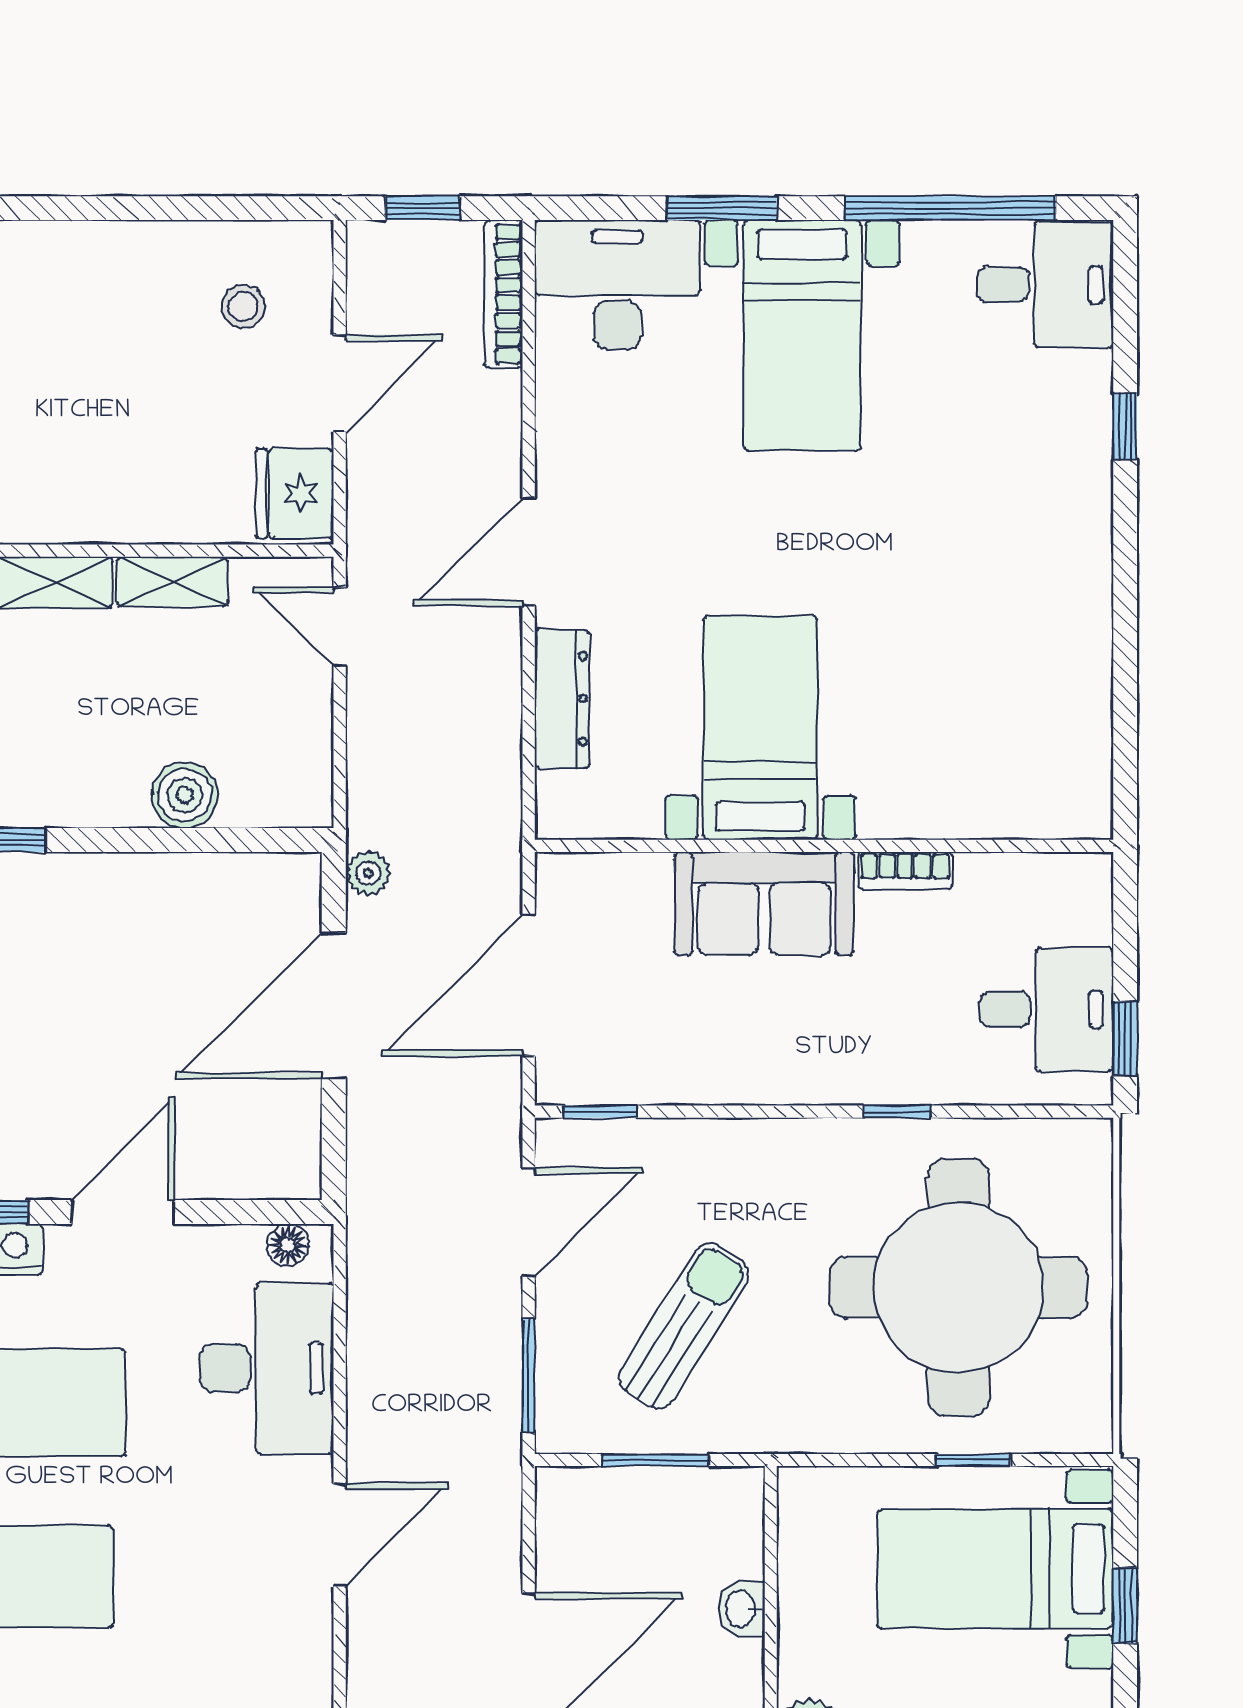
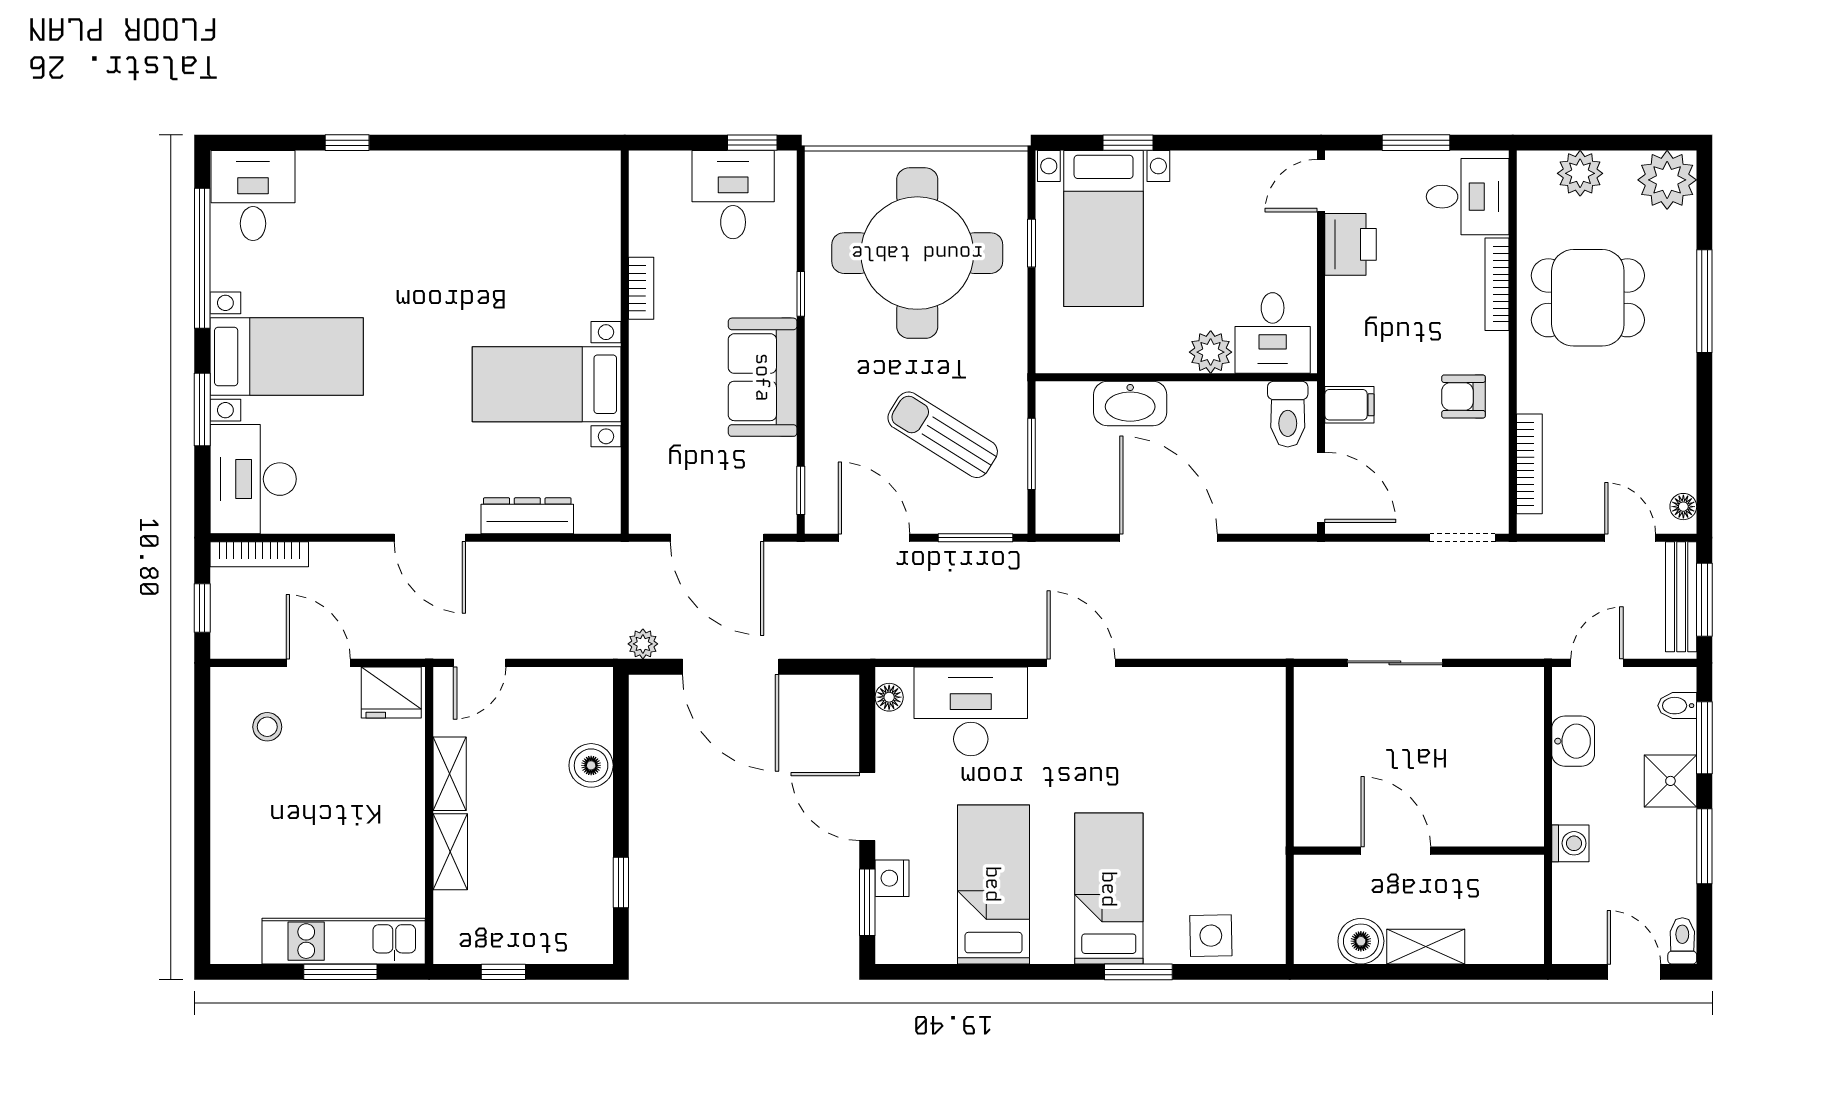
sofa: (764, 903) -> (763, 377), moved, turned 180
washbasin: (742, 1609) -> (1130, 404), width x1.91, depth x1.45

